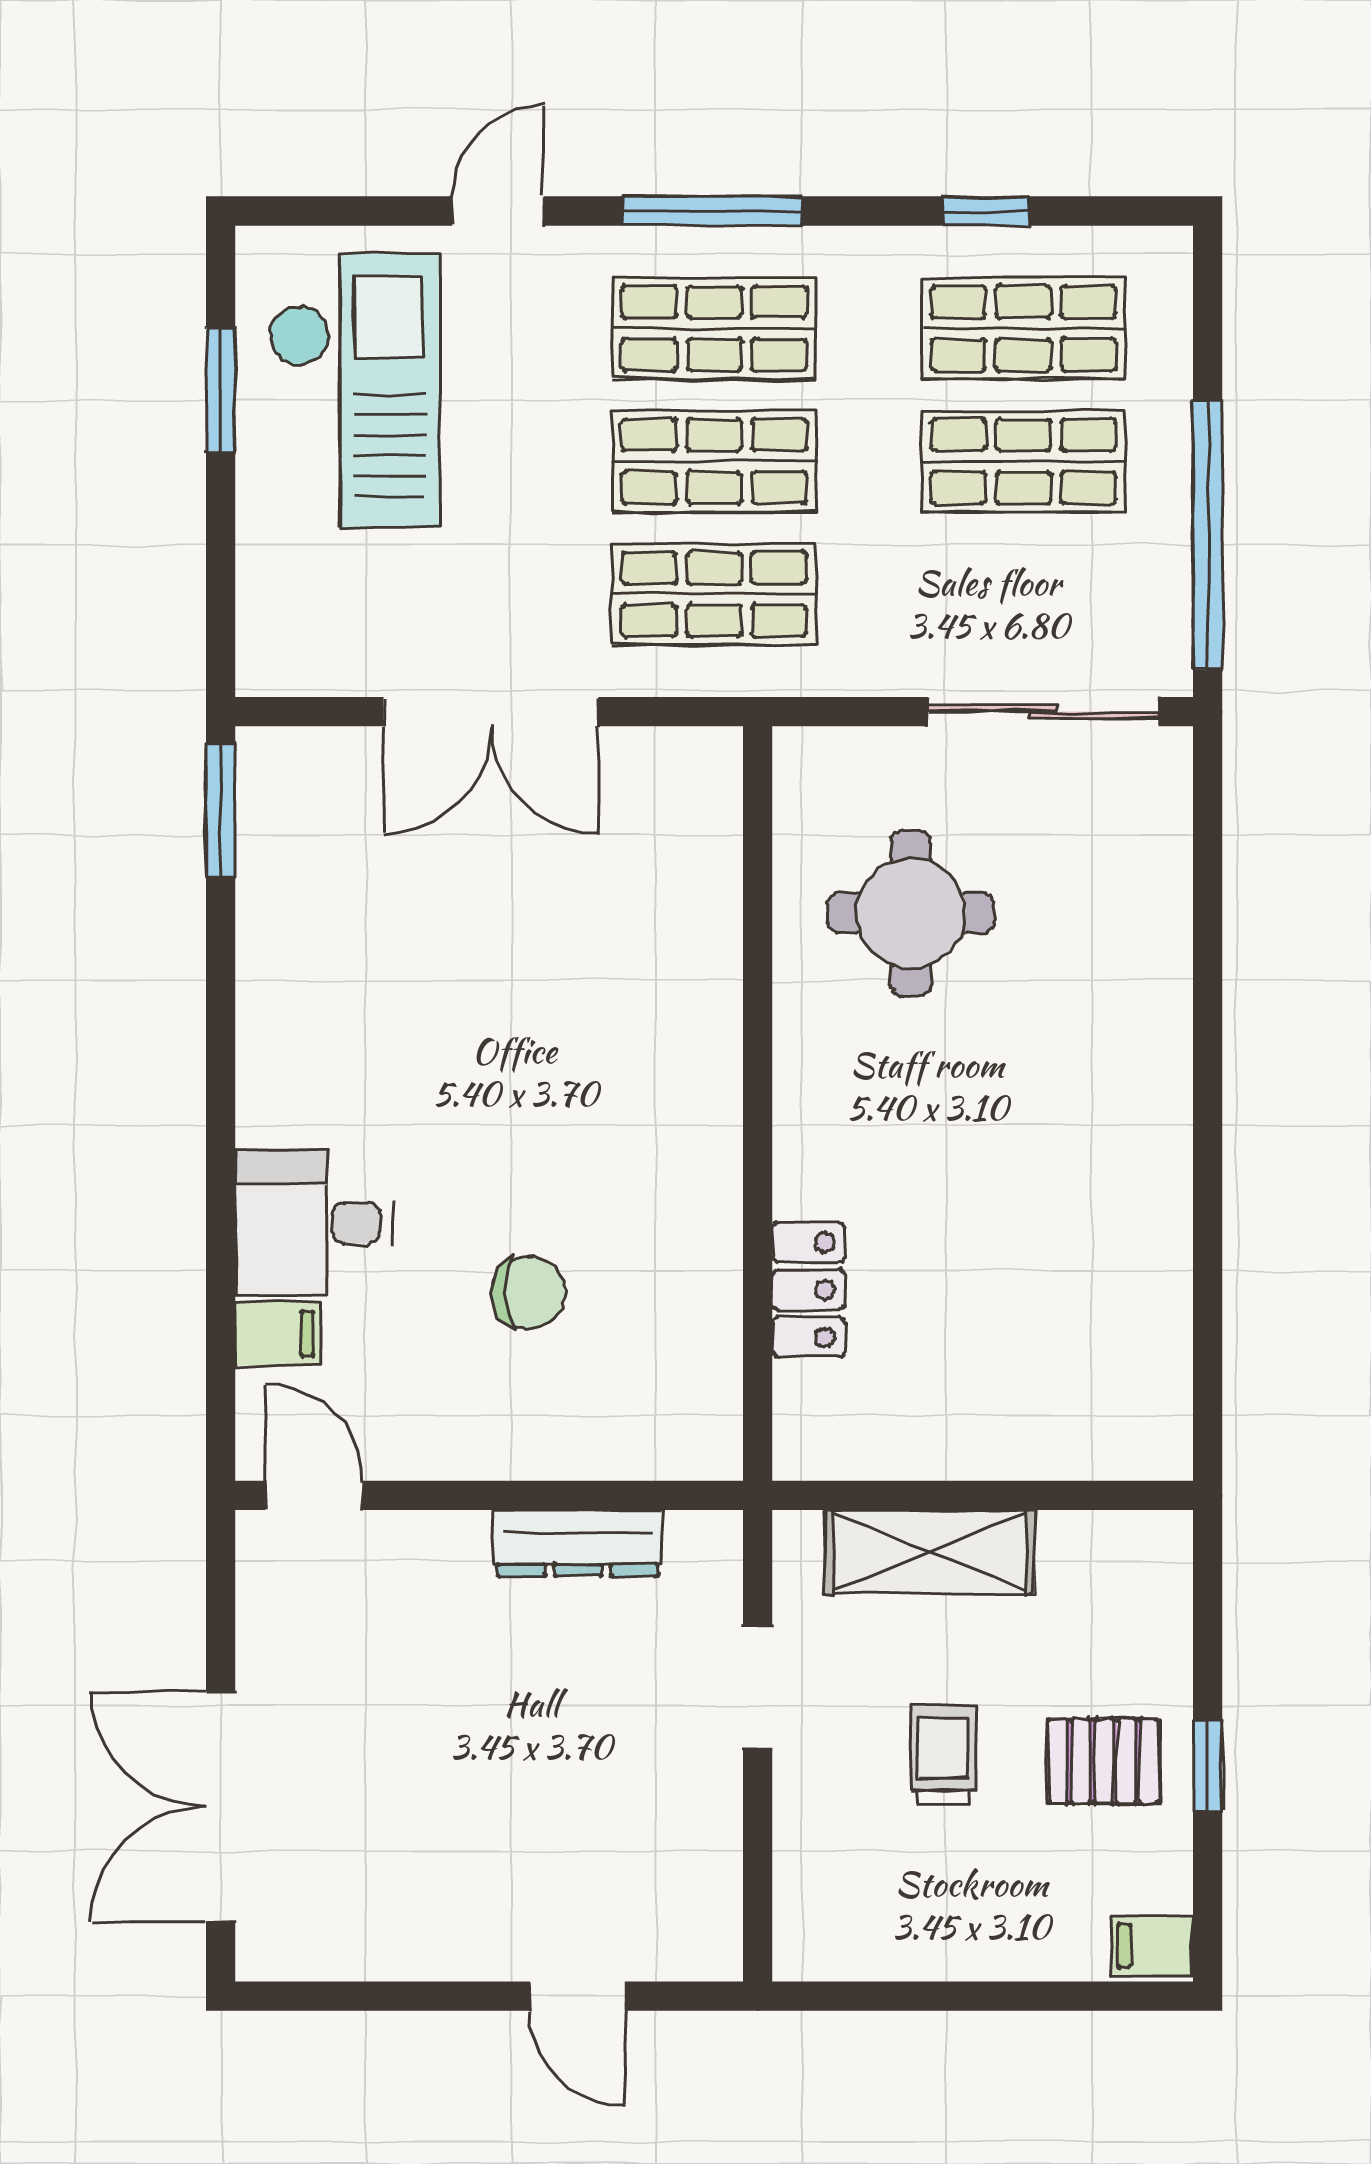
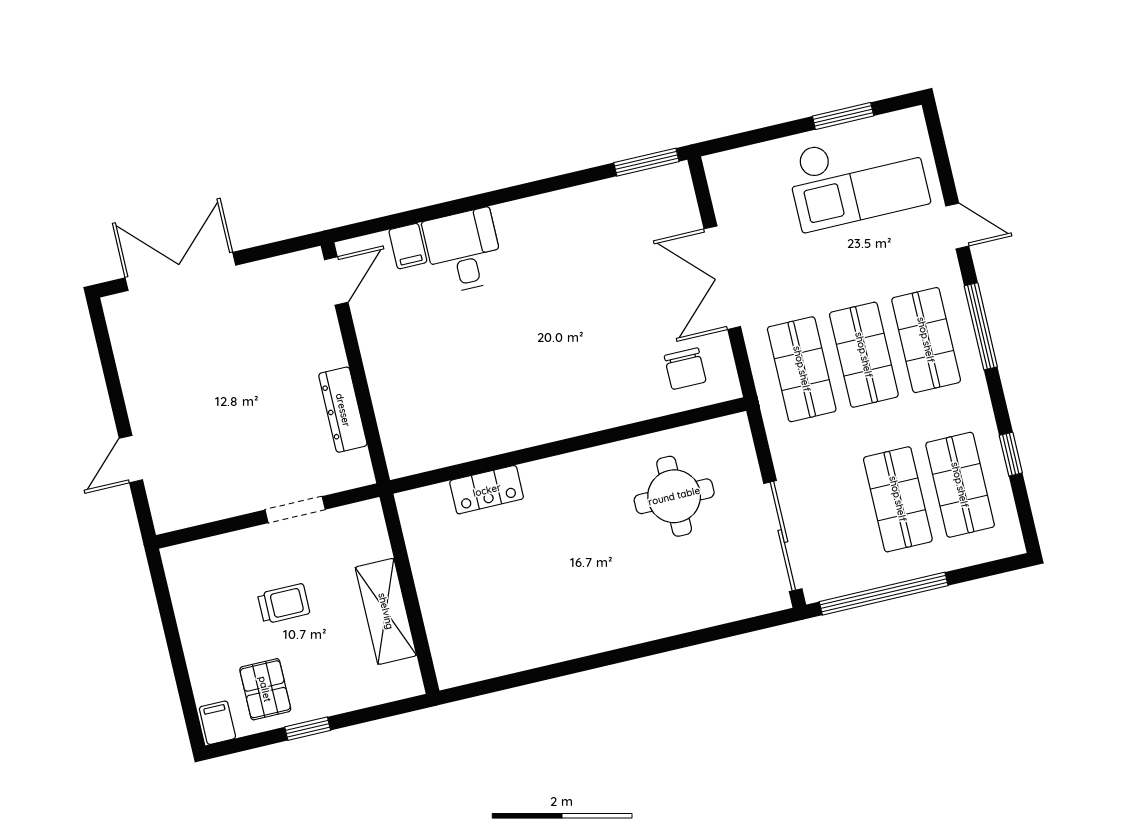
chair: (528, 1293) -> (685, 369), moved
shelving: (930, 1552) -> (386, 611), moved
pallet: (1104, 1761) -> (265, 689), moved

